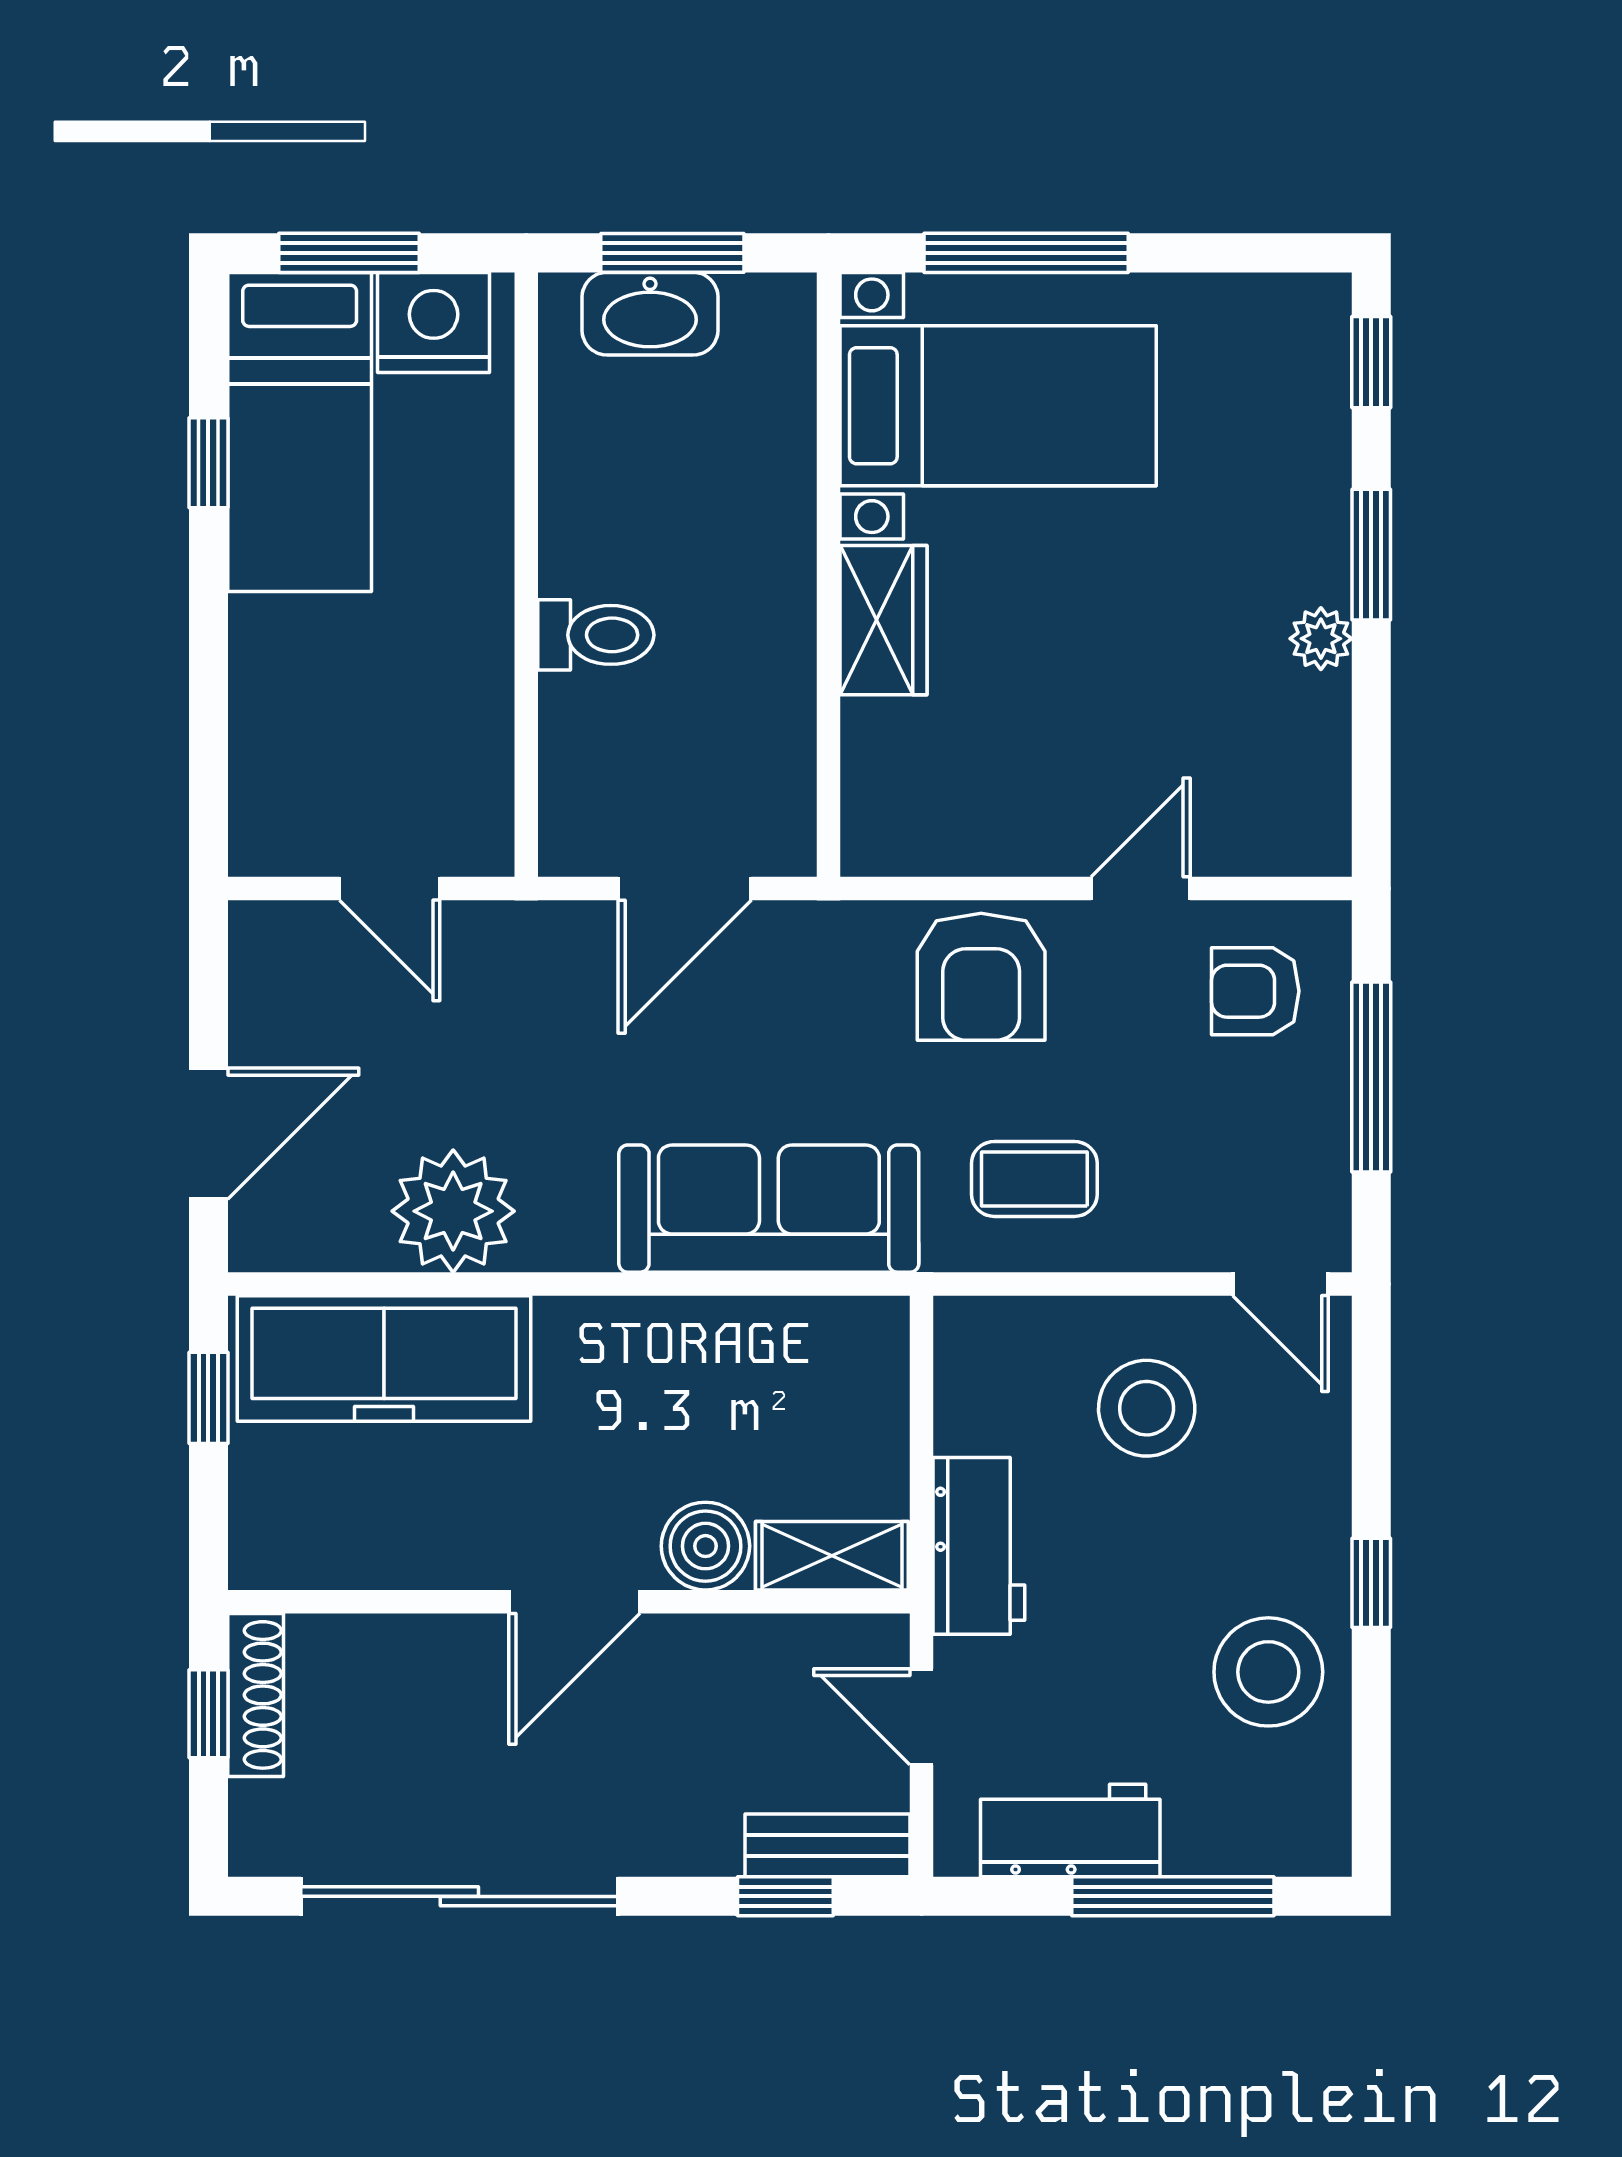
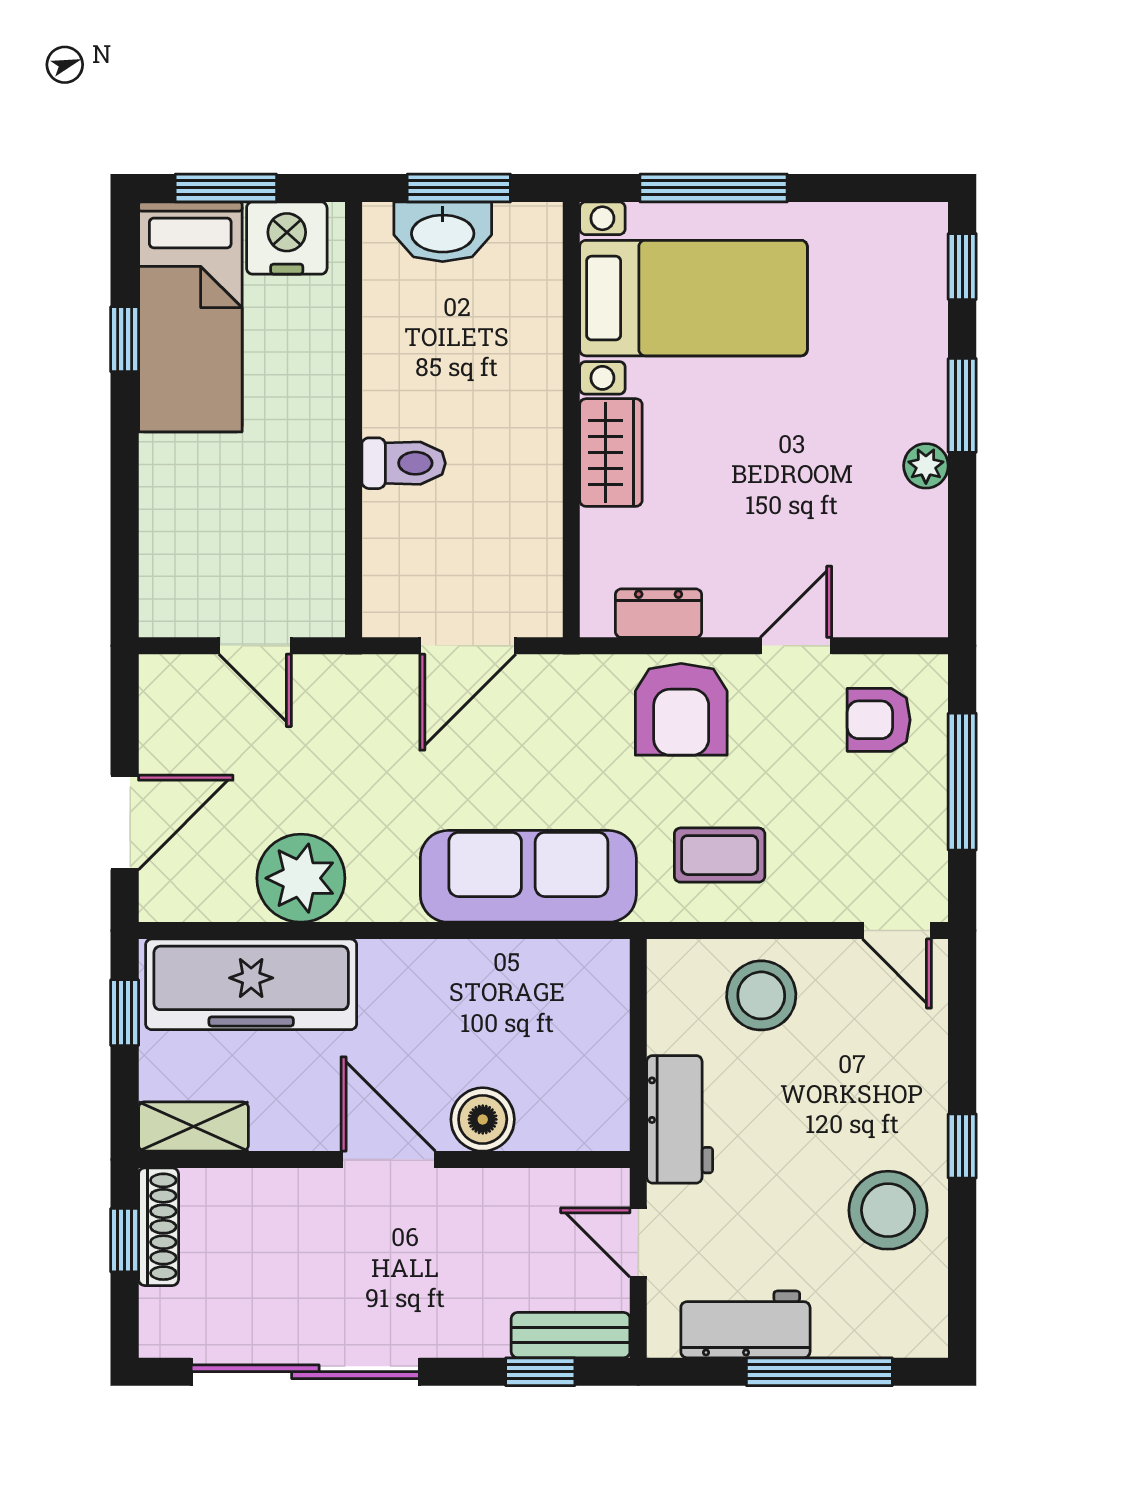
dresser: (950, 843) -> (659, 613), added
stool: (1147, 1408) -> (761, 995), moved
shelving: (832, 1556) -> (193, 1126), moved
door: (574, 1602) -> (388, 1160), swing flipped

